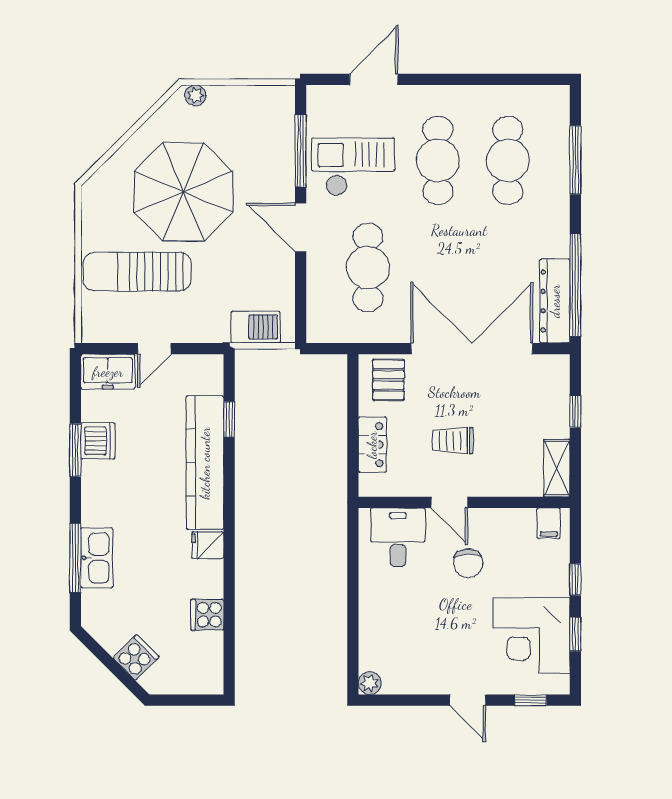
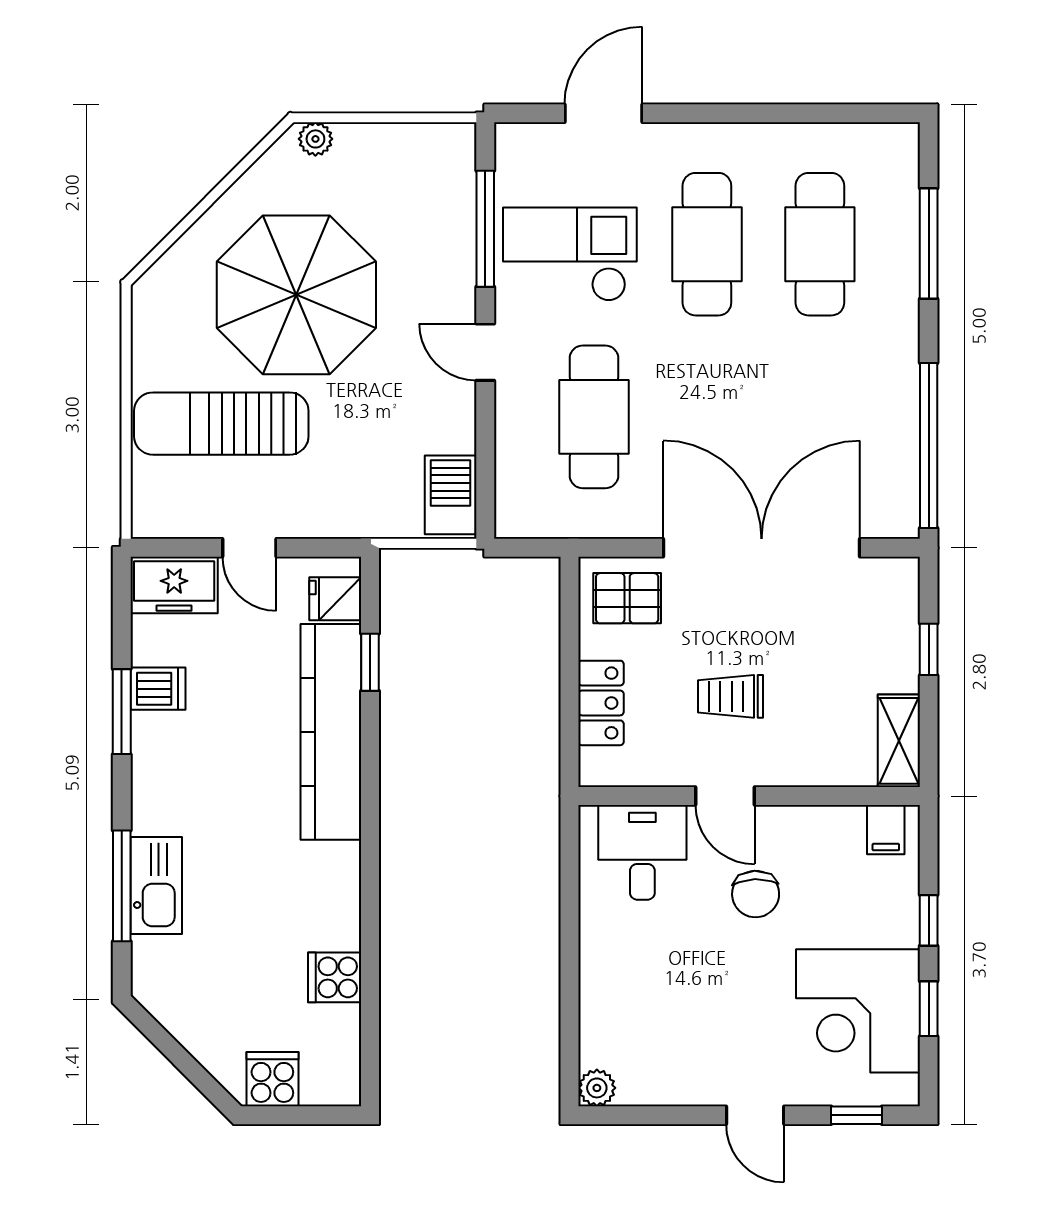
door: (301, 227) -> (485, 352), width x0.73
dresser: (555, 301) -> (896, 471), removed
barbecue: (256, 327) -> (451, 495), moved, turned -90
door: (154, 349) -> (249, 548), hinge flipped
pallet: (388, 380) -> (627, 598), turned 90
dishwasher: (98, 441) -> (158, 689), width x0.73
fridge: (208, 545) -> (335, 599), moved
cooker: (136, 657) -> (272, 1079), moved, turned -45

